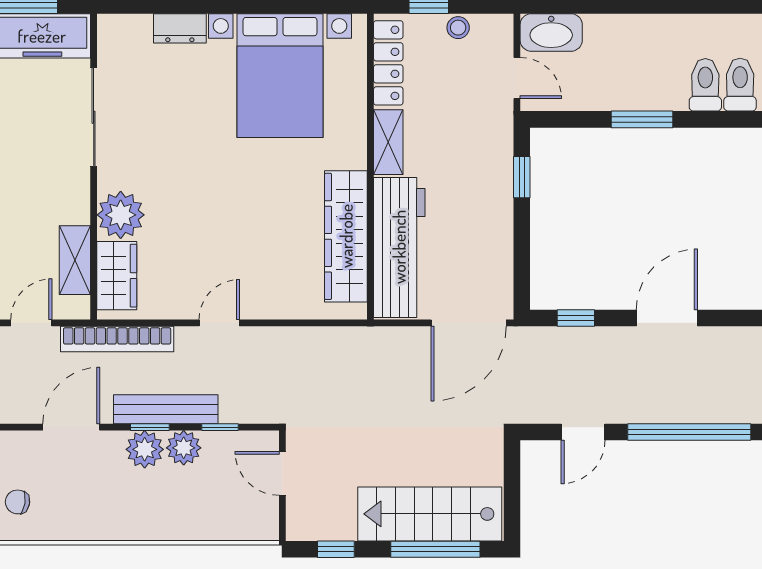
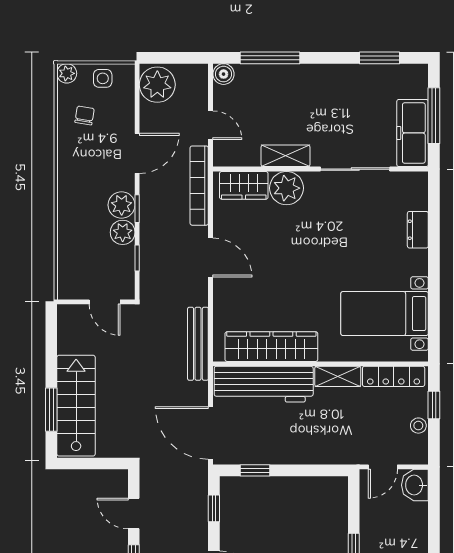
washbasin: (551, 32) -> (415, 485), width x0.72
bed with nightstands: (280, 76) -> (385, 314), width x0.73
window: (522, 177) -> (255, 470), moved
shelving: (75, 260) -> (285, 156), moved
door: (219, 323) -> (211, 257), width x1.38
bench: (166, 409) -> (198, 344), moved
door: (71, 427) -> (137, 153), hinge flipped
door: (282, 473) -> (105, 302), swing flipped
window: (336, 549) -> (51, 339), removed
window: (435, 549) -> (51, 410), width x0.69

